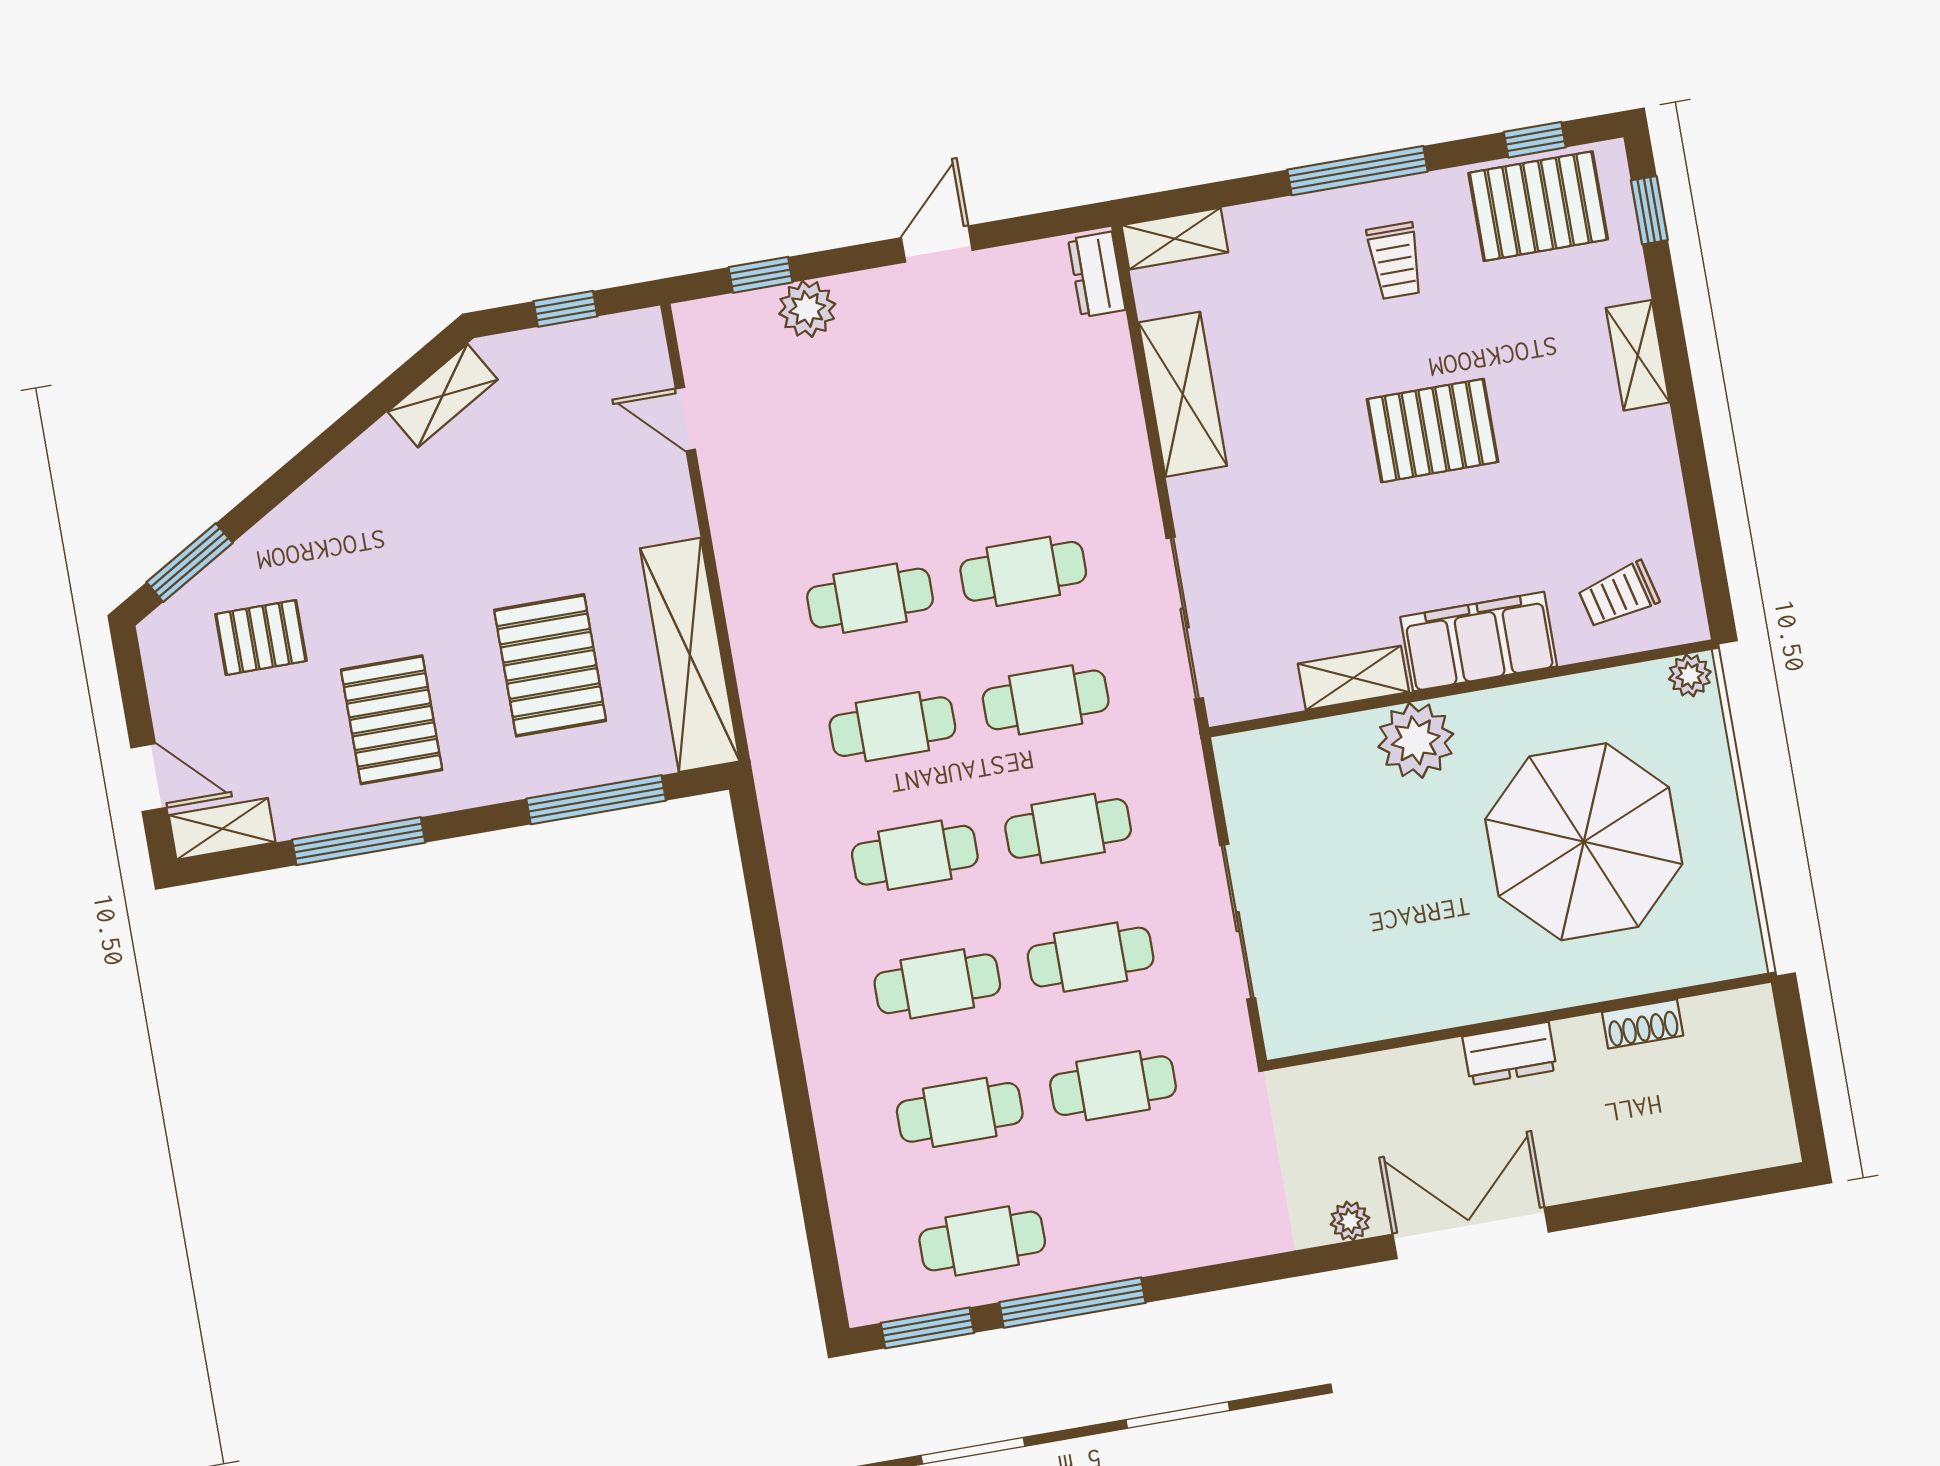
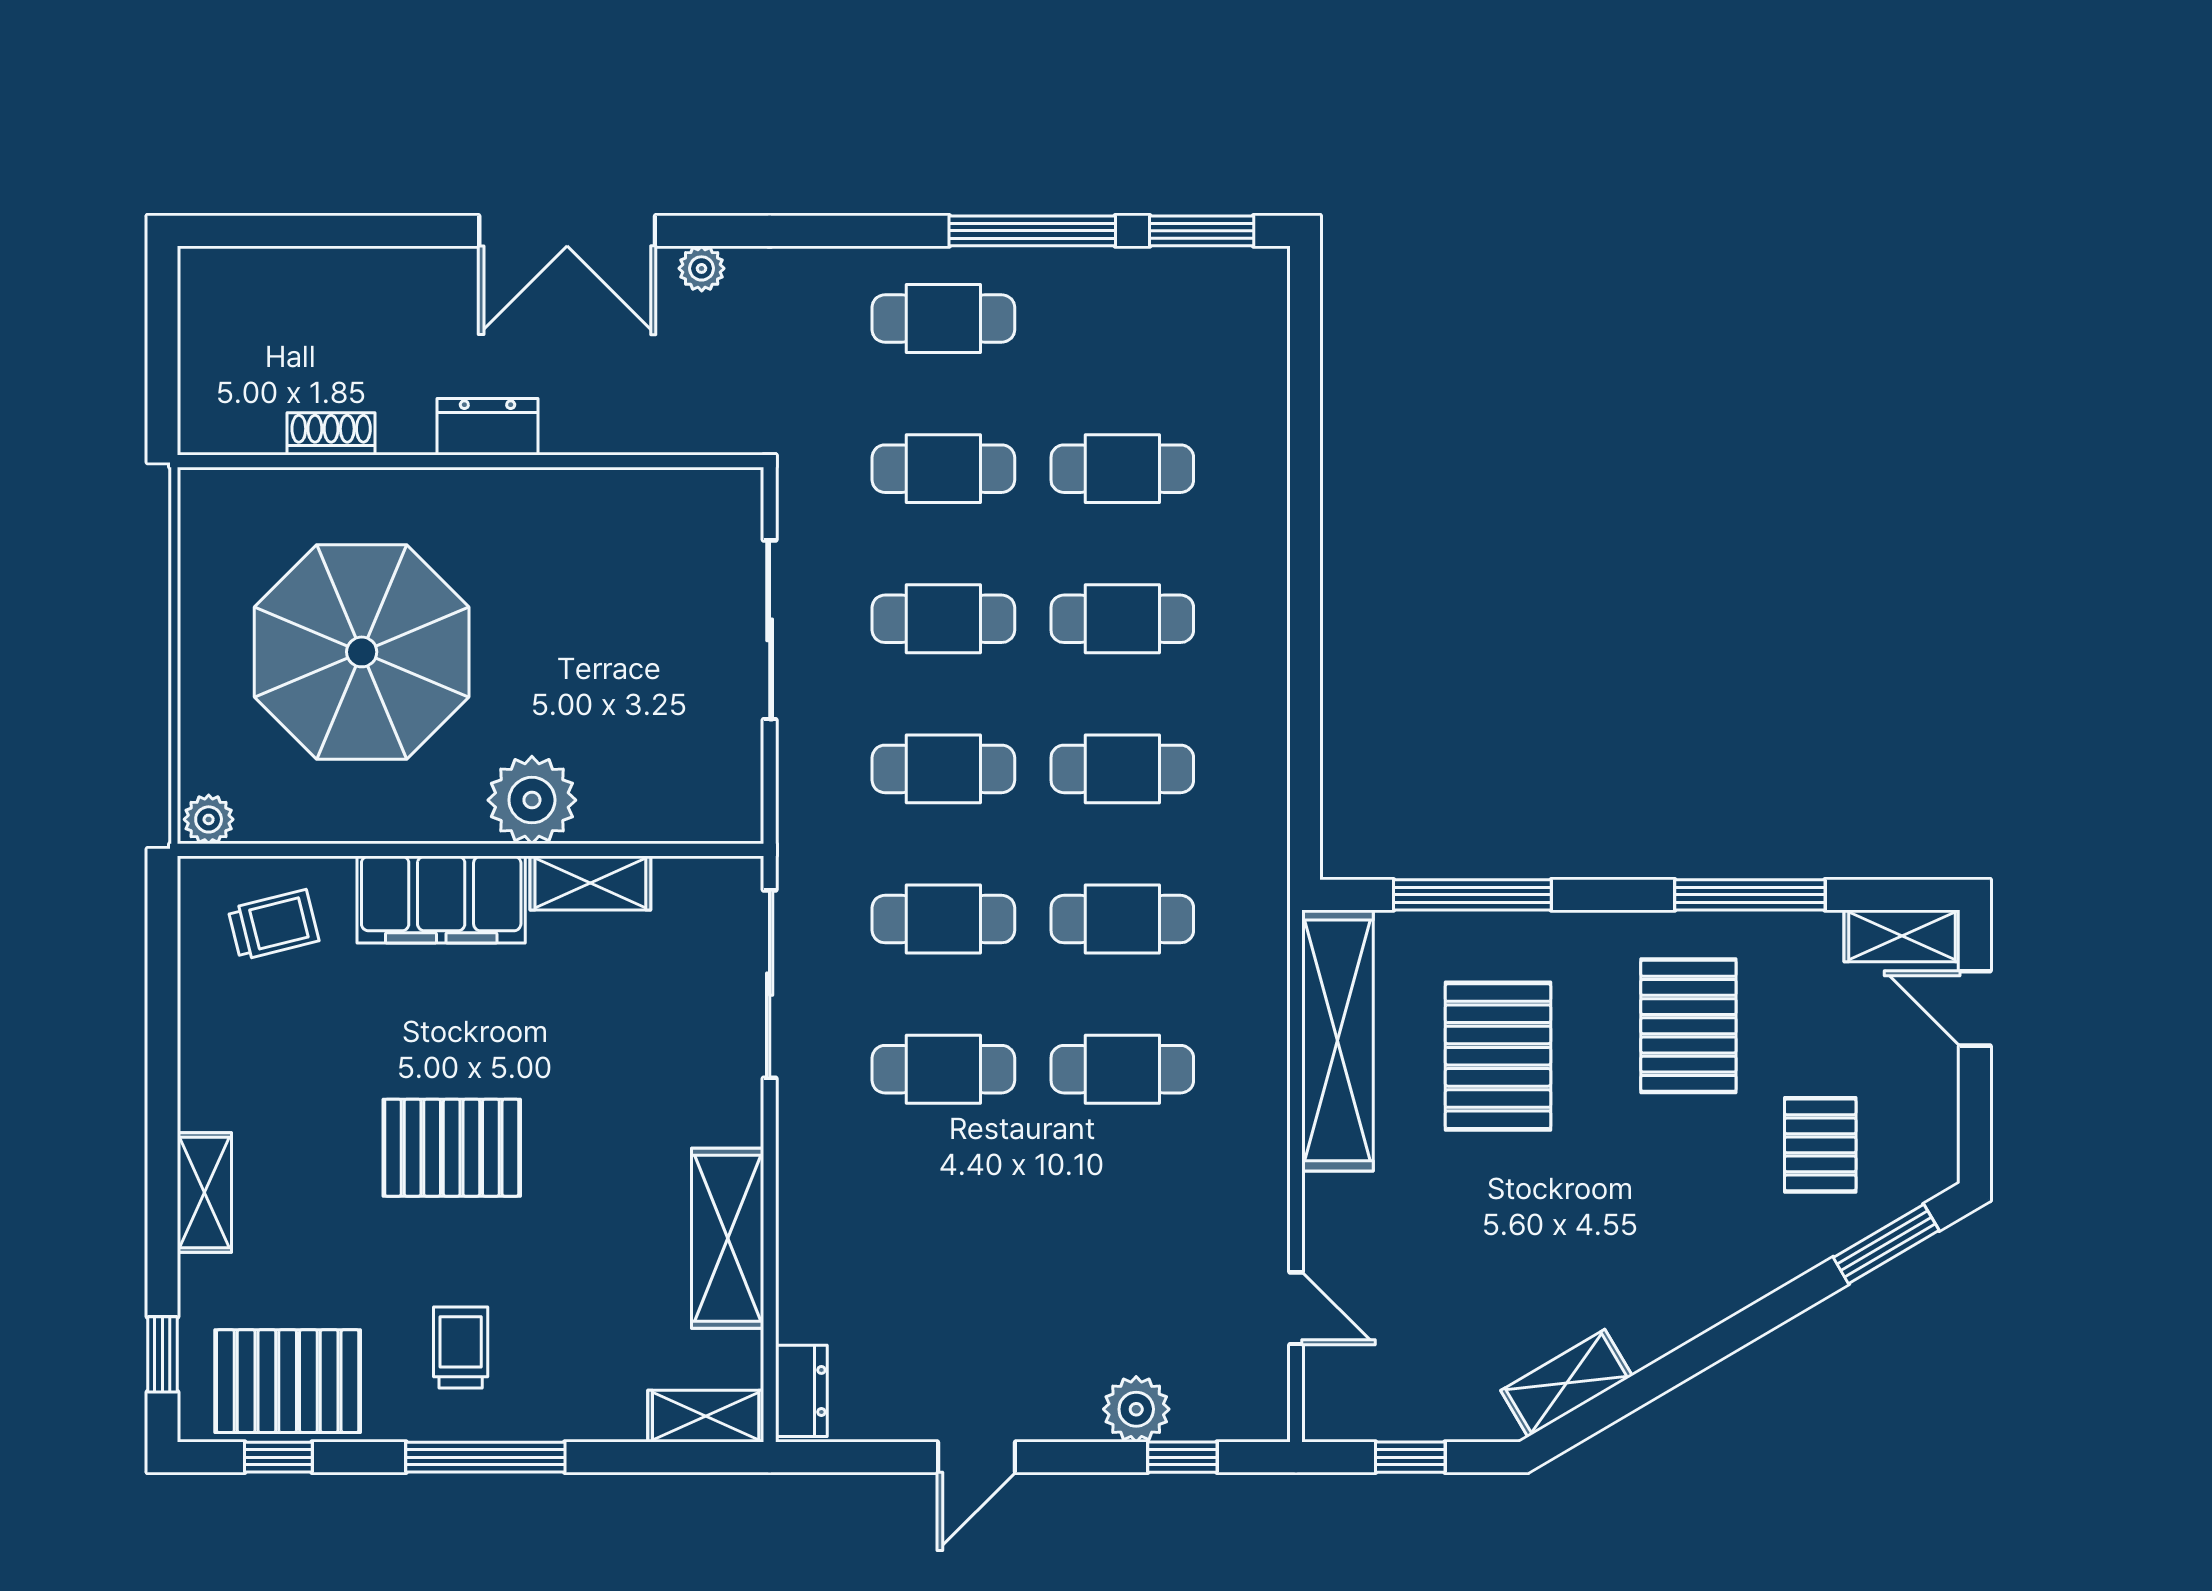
pallet: (261, 638) -> (1820, 1145), turned 90
cafe table: (982, 1241) -> (943, 318), moved

